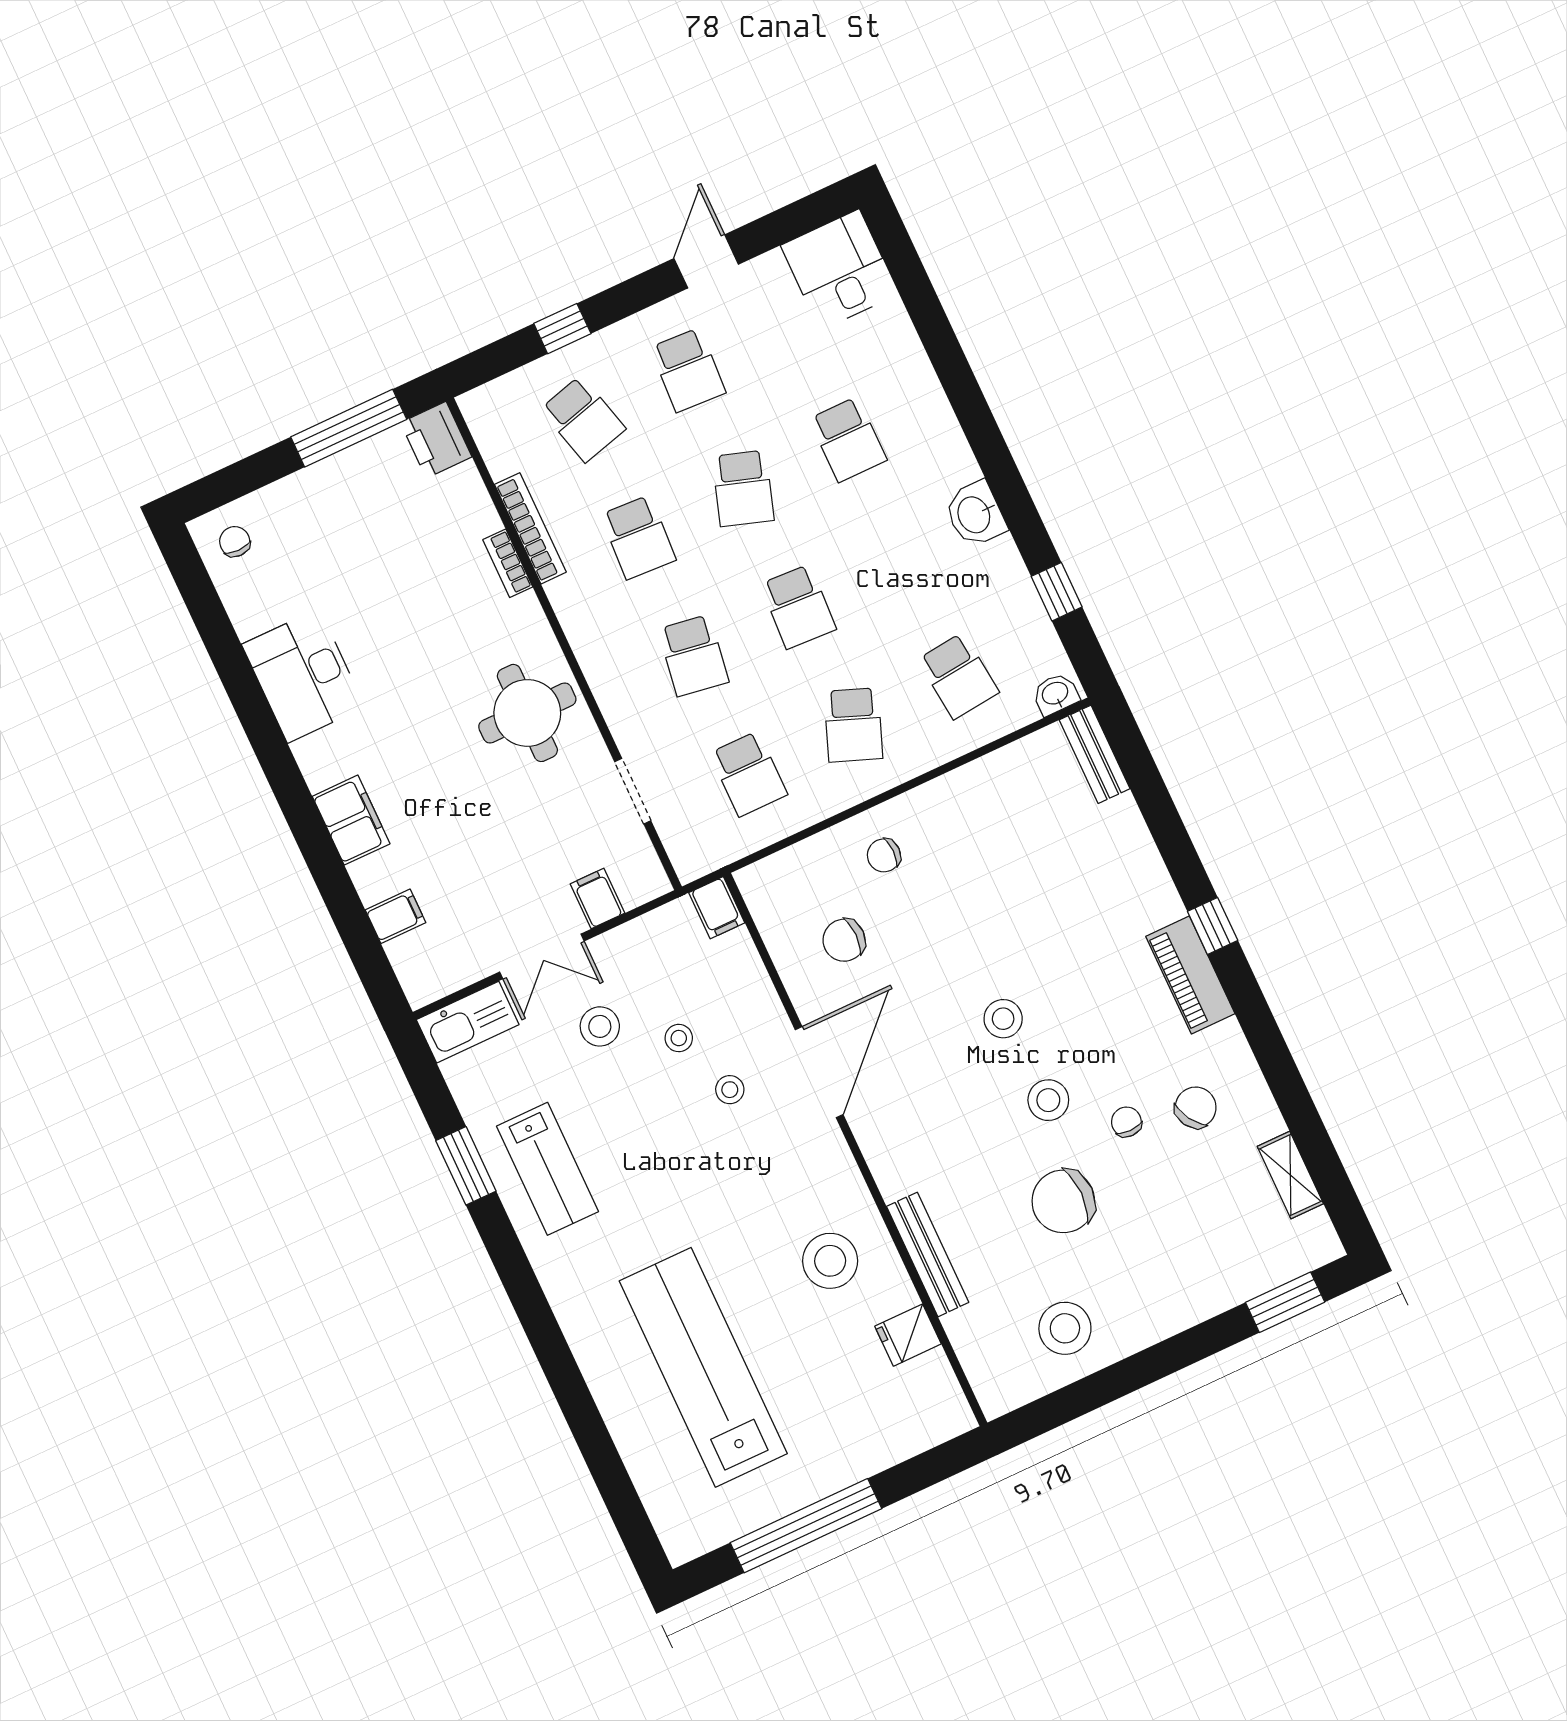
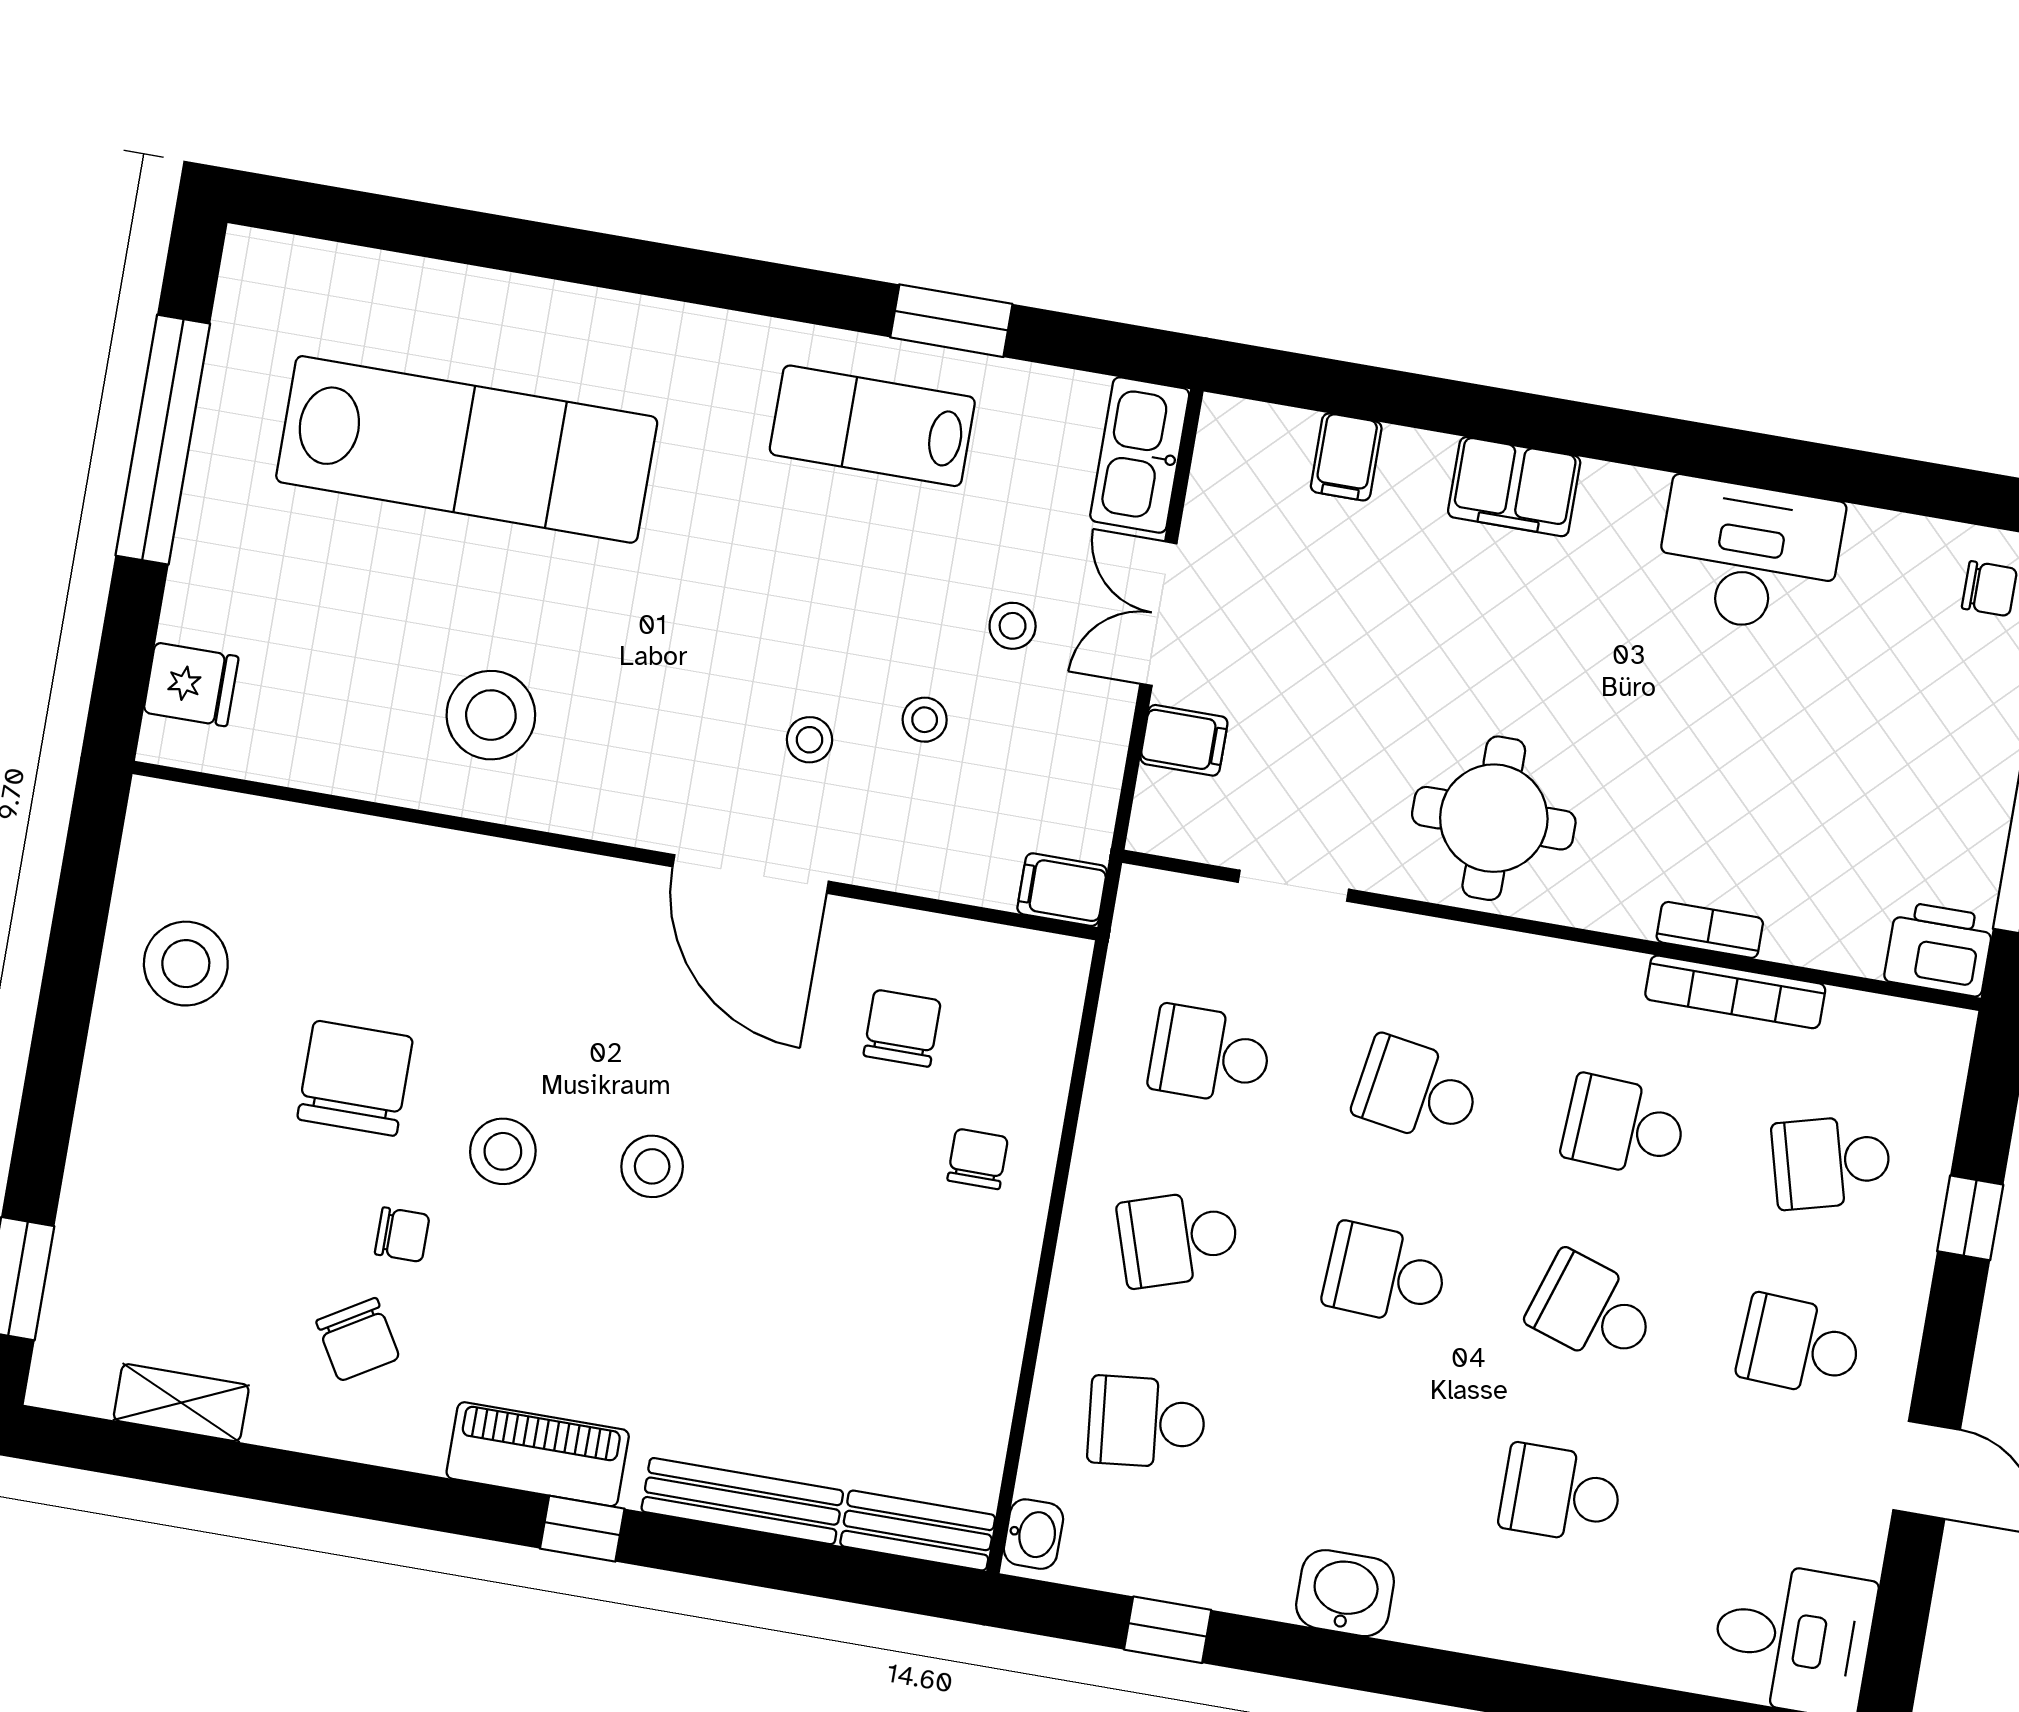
school desk: (853, 725) -> (1178, 1238), turned -39
stool: (600, 1026) -> (1013, 626), width x0.73, depth x0.73
bench: (928, 1254) -> (742, 1501), moved
fridge: (908, 1335) -> (191, 684), moved, turned 90

